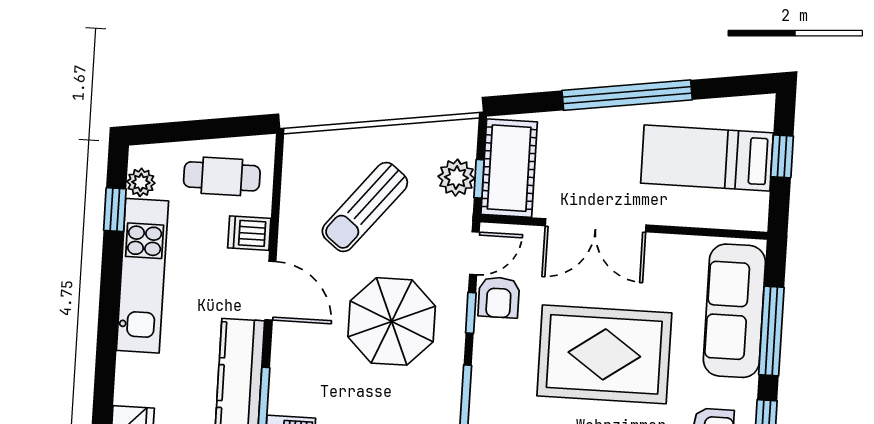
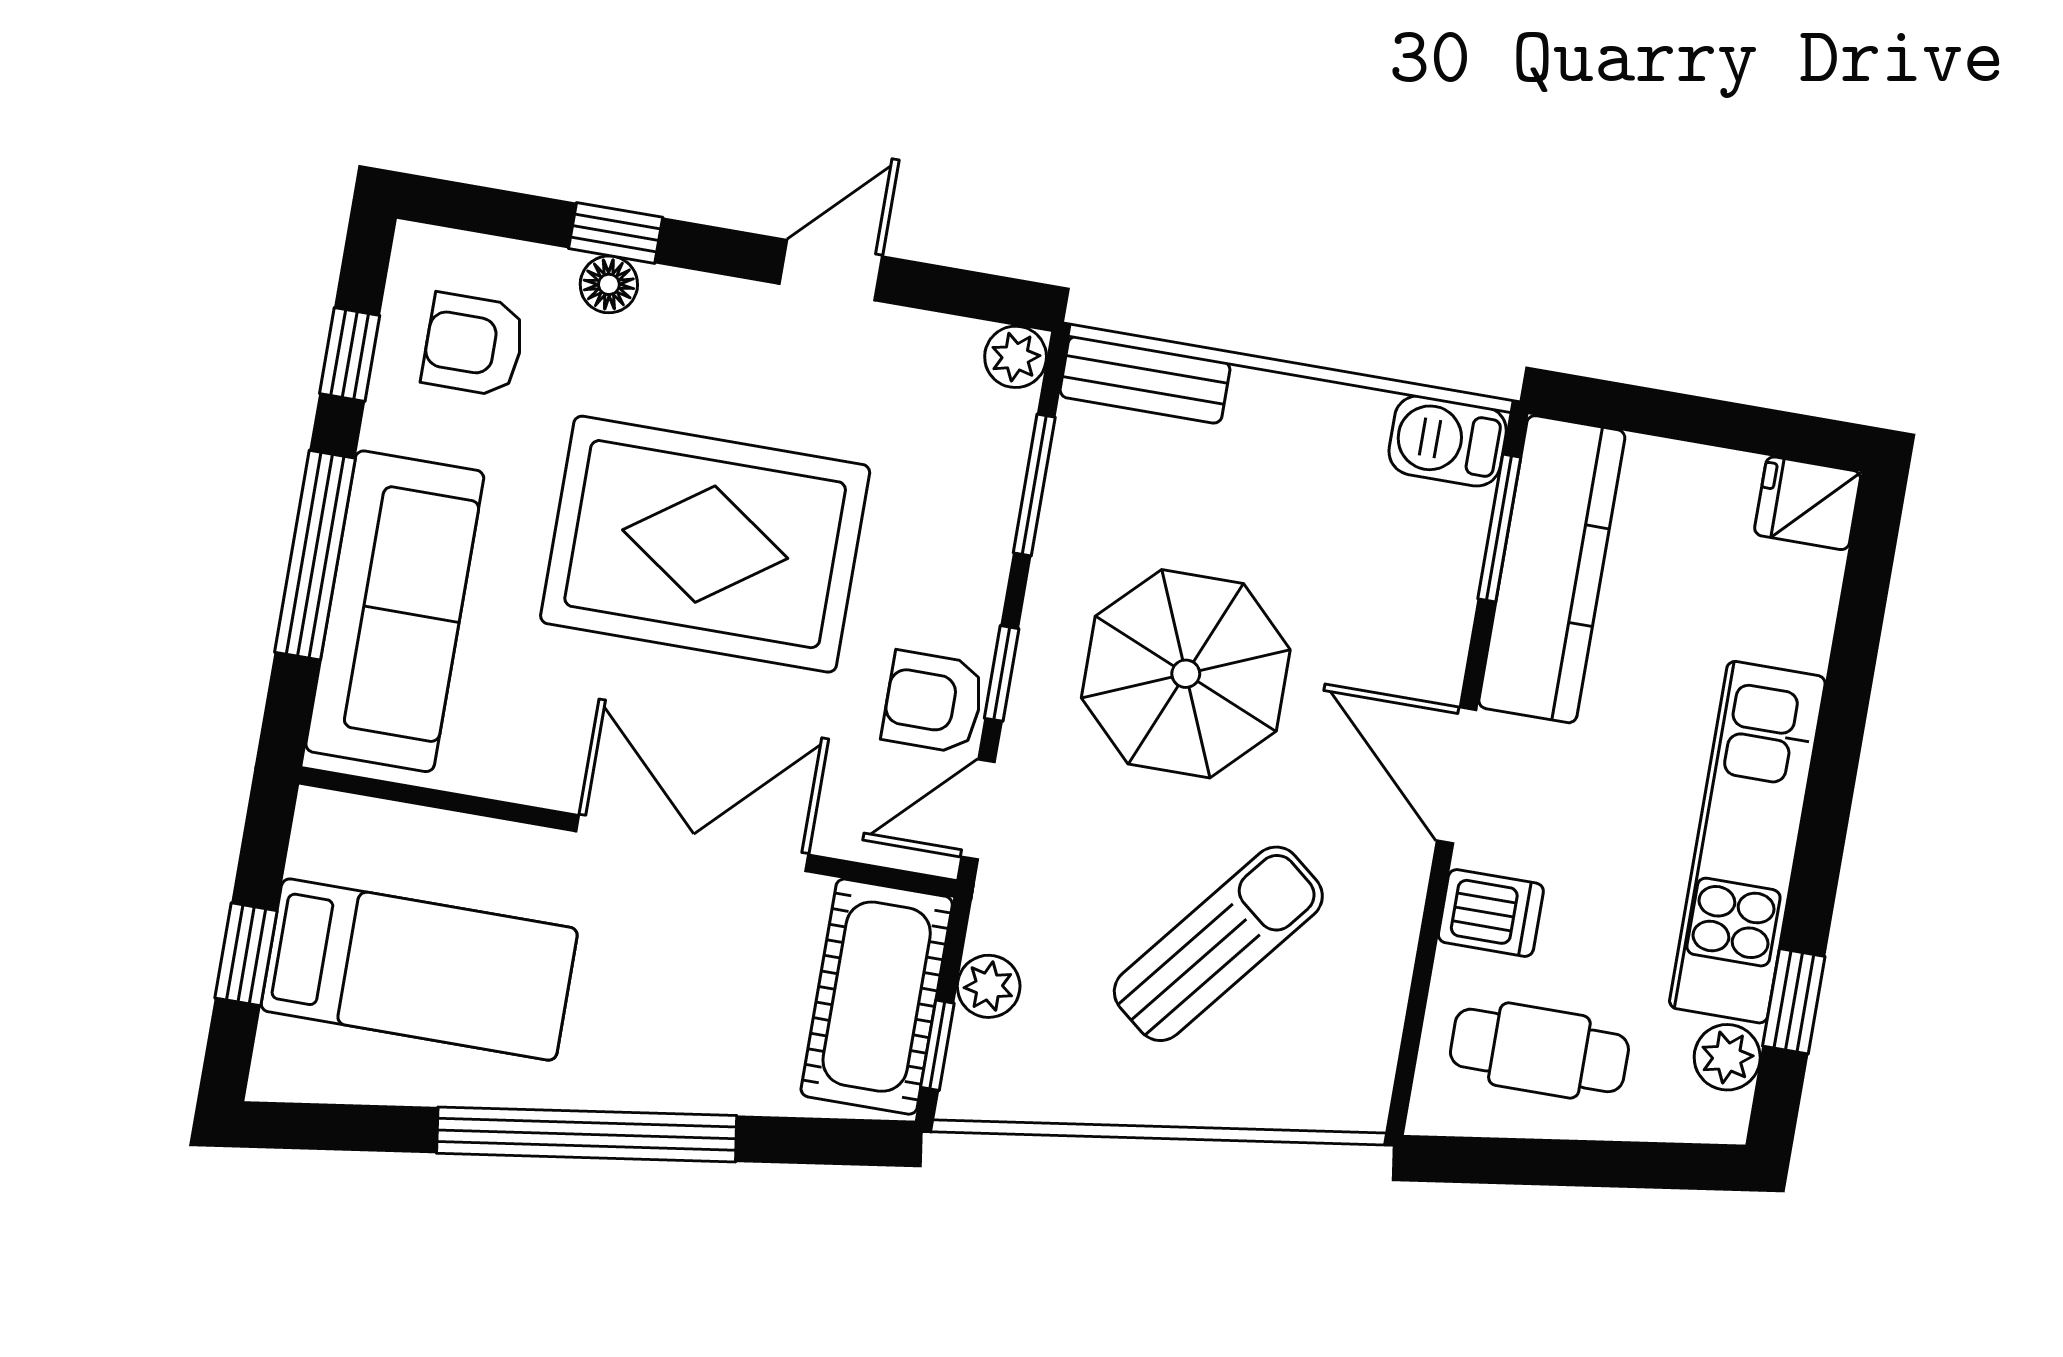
plant: (456, 178) -> (989, 986), width x0.73, depth x0.73
window: (479, 179) -> (937, 1045), moved
armchair: (499, 297) -> (933, 702), turned -90

